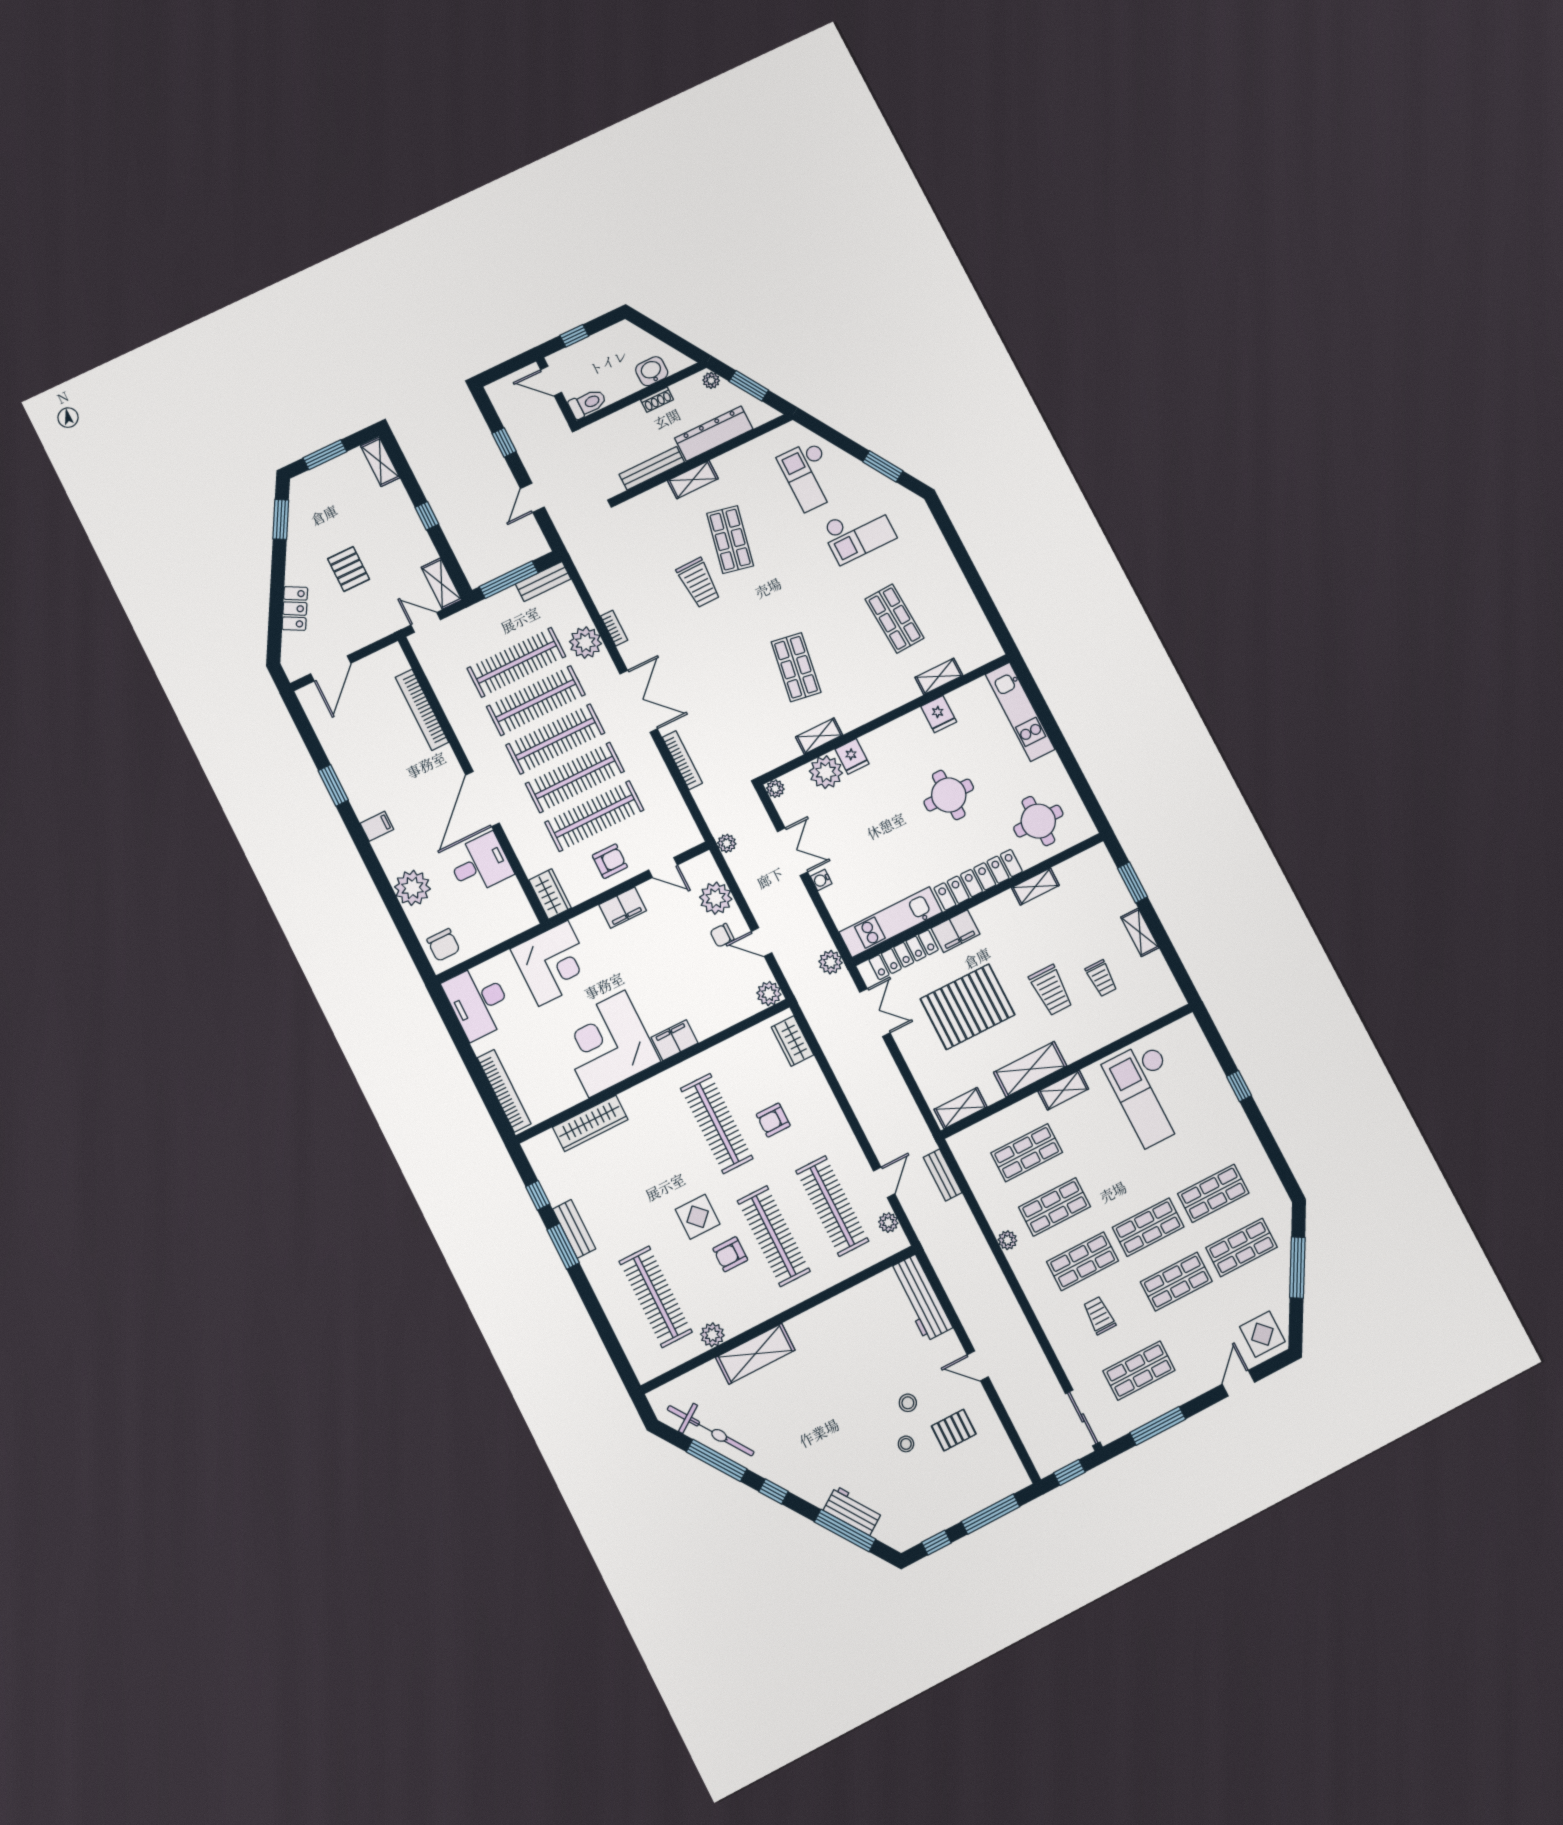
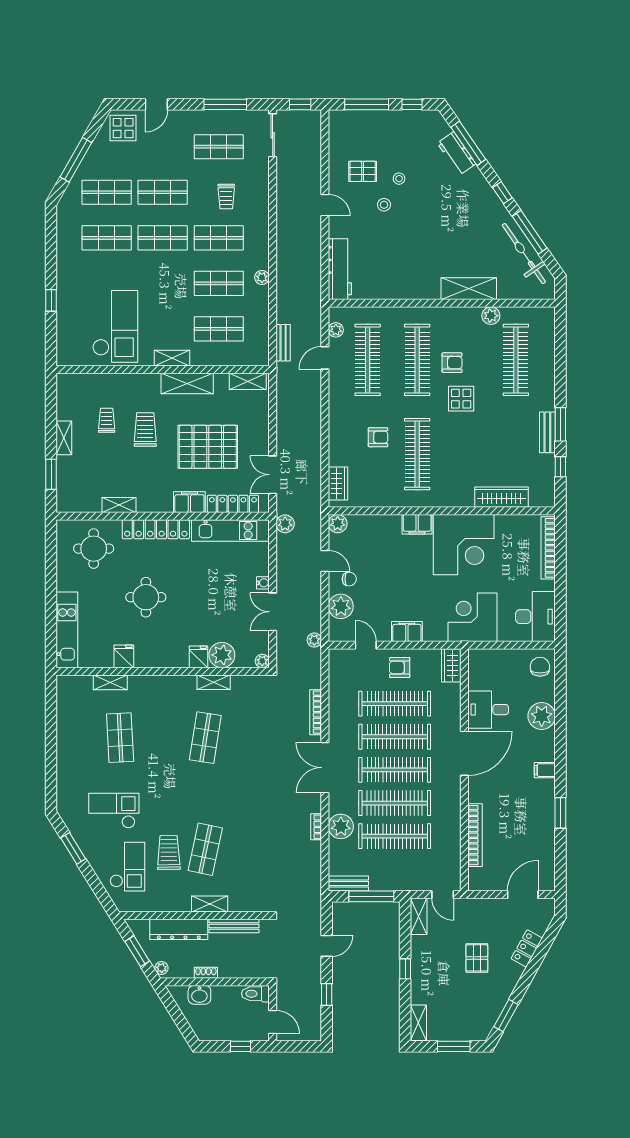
trolley: (699, 583) -> (169, 853), moved

